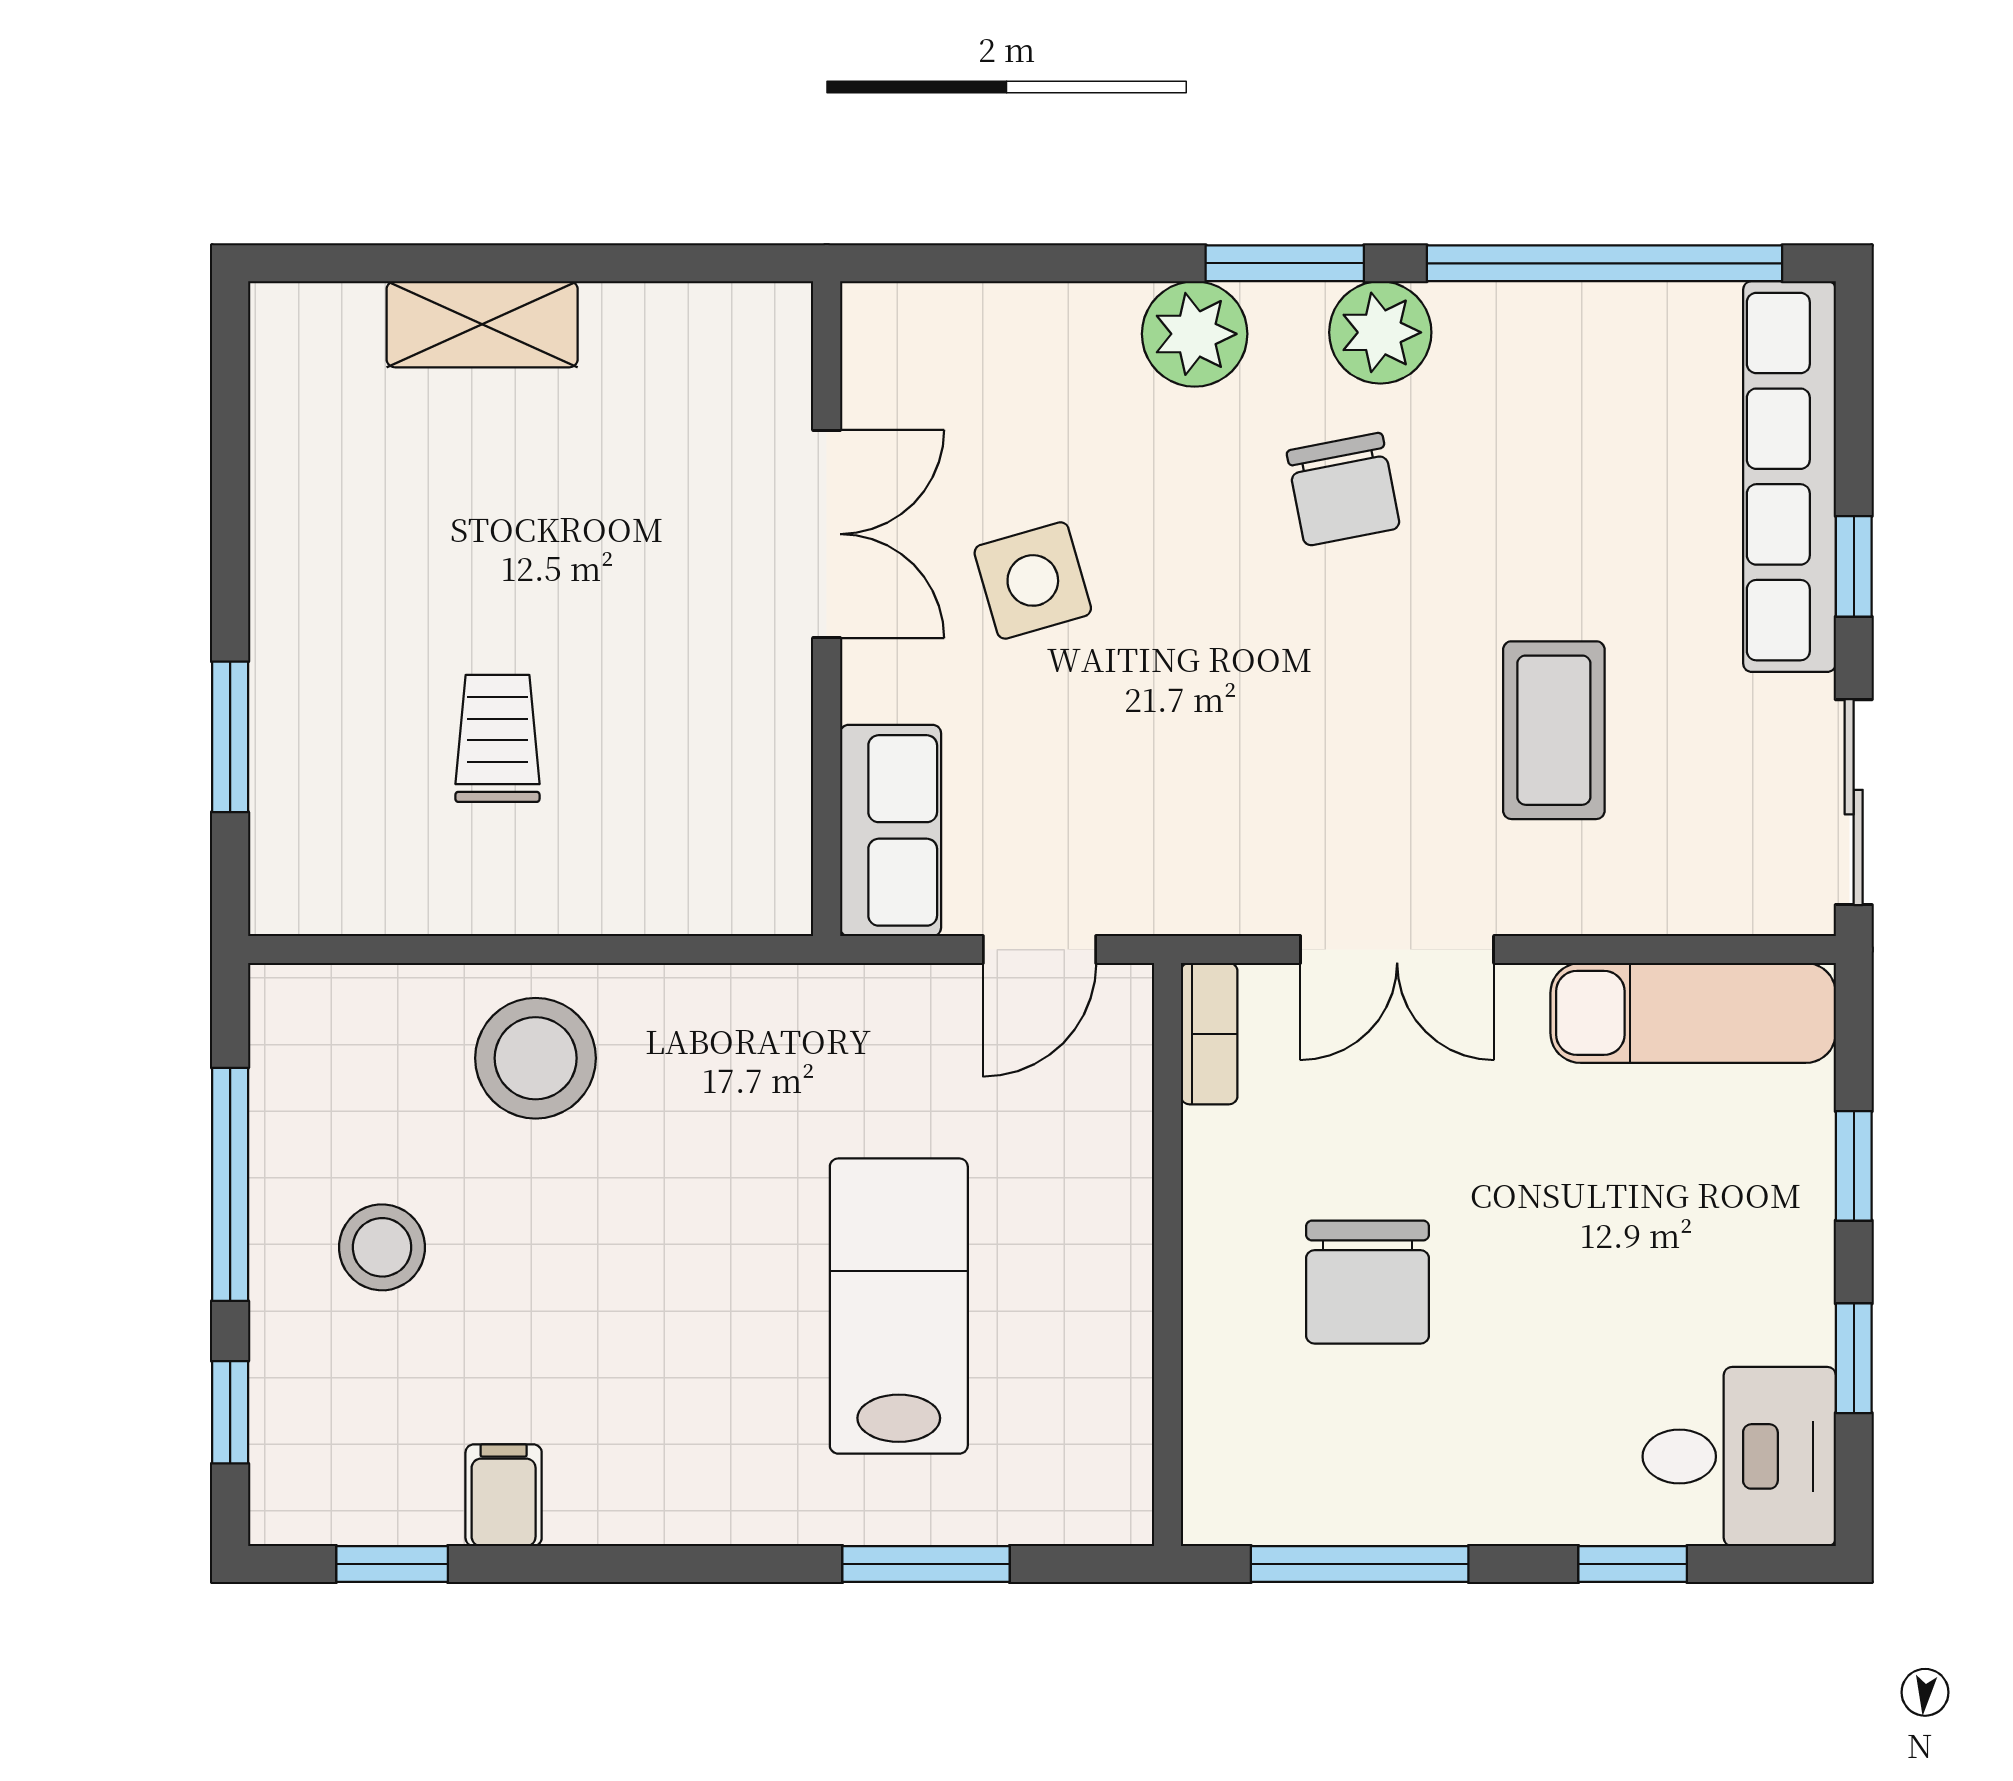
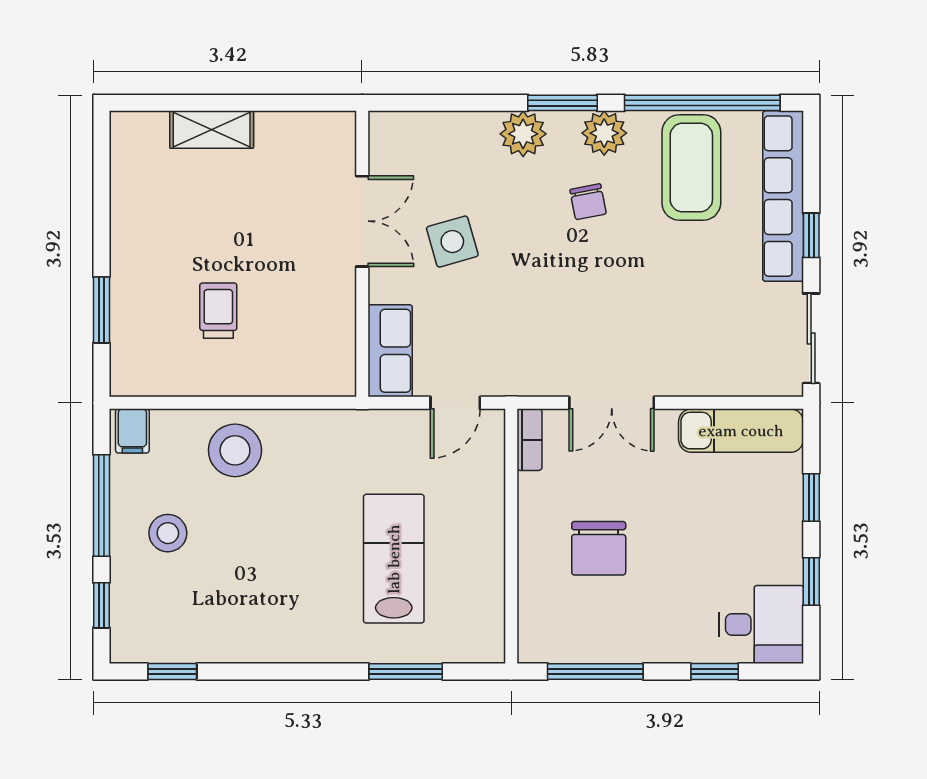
chair: (1343, 489) -> (588, 202), width x0.73, depth x0.73
coffee table: (1554, 730) -> (691, 167), moved, width x1.36, depth x1.32
filing cabinet: (504, 1495) -> (132, 431), moved, turned 180

